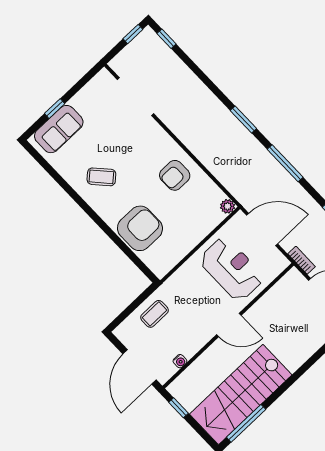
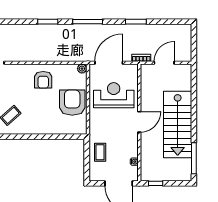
armchair: (140, 228) -> (72, 103), moved
stairs: (241, 394) -> (178, 125), moved

